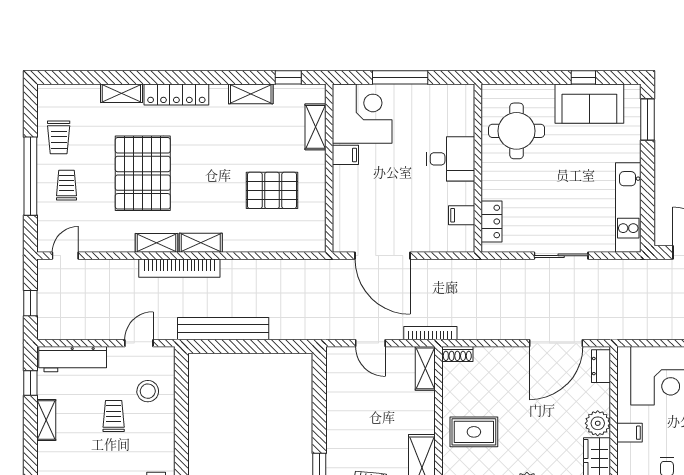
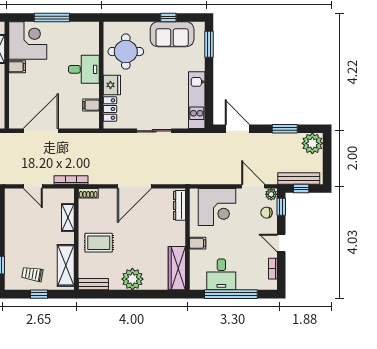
fridge: (495, 184) -> (112, 85), added
door: (383, 256) -> (41, 131), swing flipped
door: (556, 343) -> (134, 186), moved
dresser: (601, 366) -> (179, 205), width x1.44
shelving: (425, 368) -> (68, 217), moved
plant: (598, 423) -> (177, 237), removed

